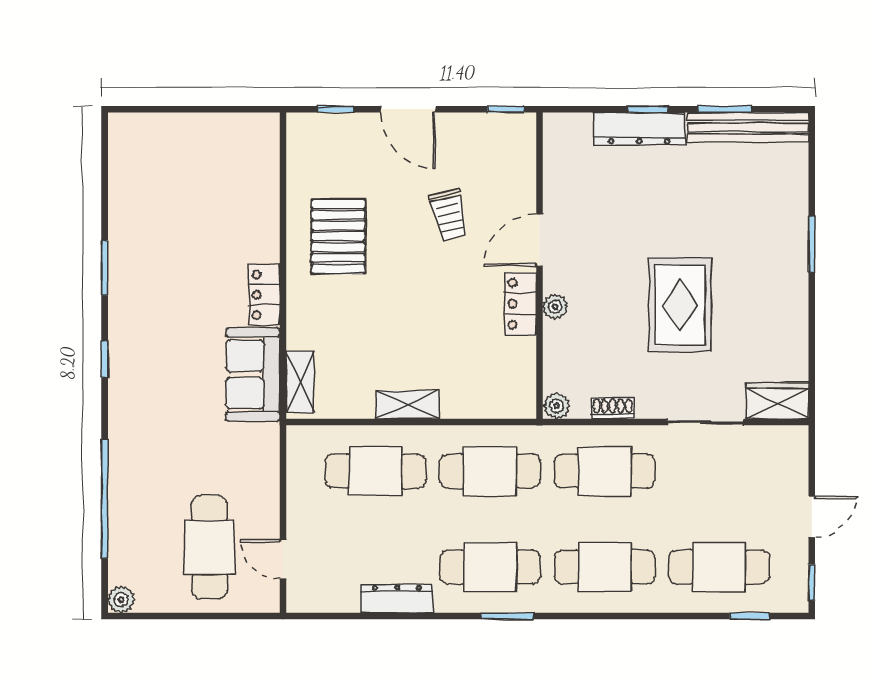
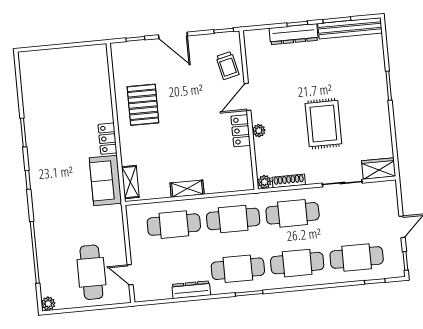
trolley: (449, 215) -> (227, 65), moved
shoe rack: (613, 408) -> (289, 181), width x1.43

